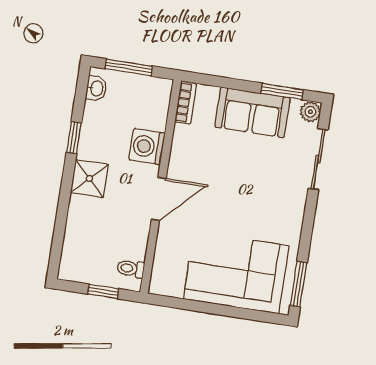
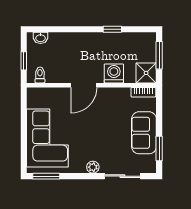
washbasin: (96, 88) -> (41, 38), moved
plant: (310, 112) -> (93, 167), moved
shower: (89, 179) -> (146, 73), moved
door: (159, 199) -> (84, 85), hinge flipped

